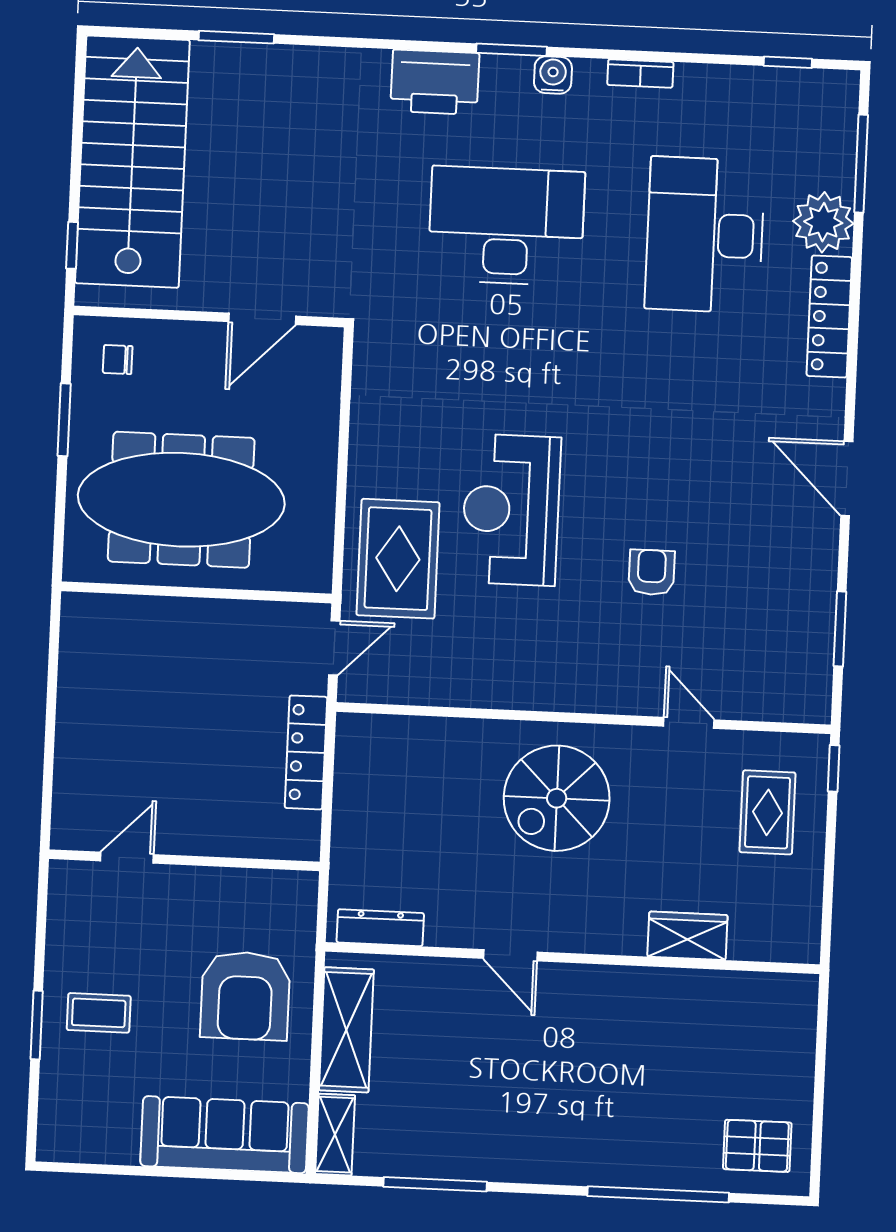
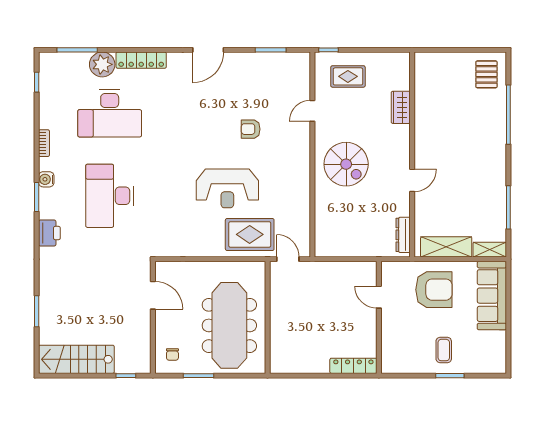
printer: (435, 82) -> (49, 233), width x0.73, depth x0.84
stairs: (132, 162) -> (76, 359), width x0.73, depth x0.66
locker: (306, 752) -> (353, 366), moved, turned 180
door: (127, 858) -> (379, 297), moved

